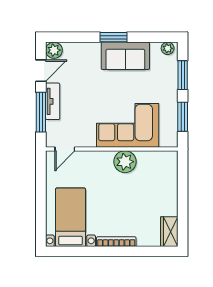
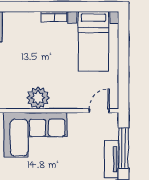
bookcase: (116, 242) -> (54, 17), width x0.64

